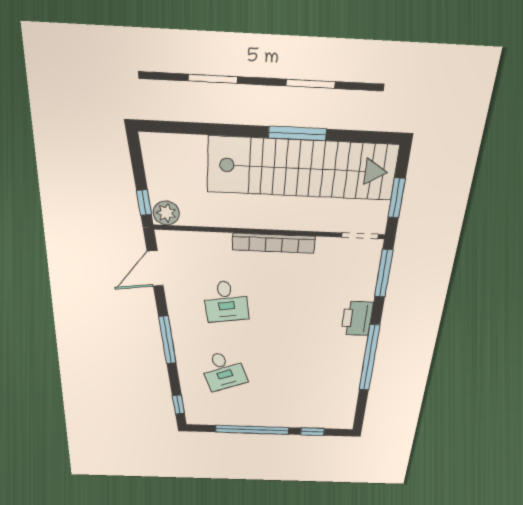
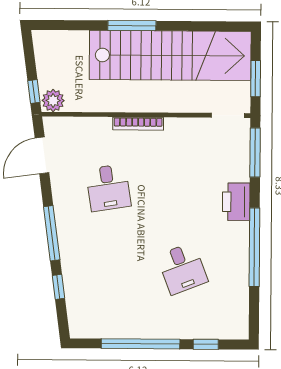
window: (297, 133) -> (132, 26), moved
bookcase: (274, 243) -> (138, 124), width x0.68, depth x0.76
desk: (223, 371) -> (182, 269), moved
window: (178, 405) -> (58, 287), moved

